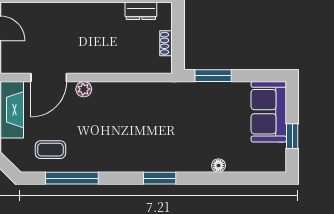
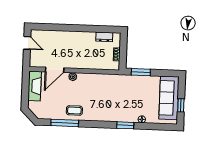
sofa: (269, 112) -> (169, 98), width x1.36
coffee table: (50, 150) -> (74, 110), moved
window: (160, 178) -> (125, 125), moved

